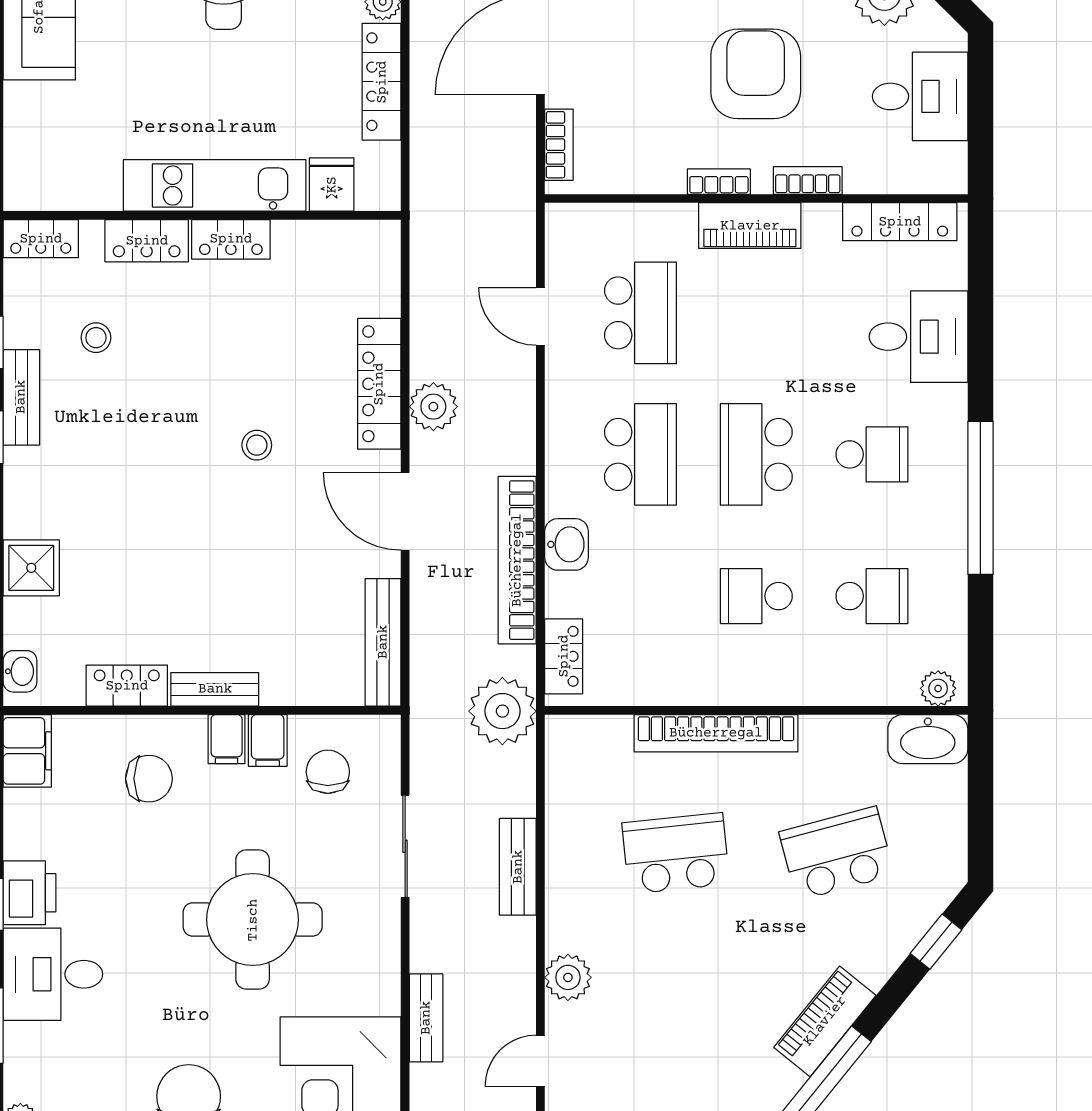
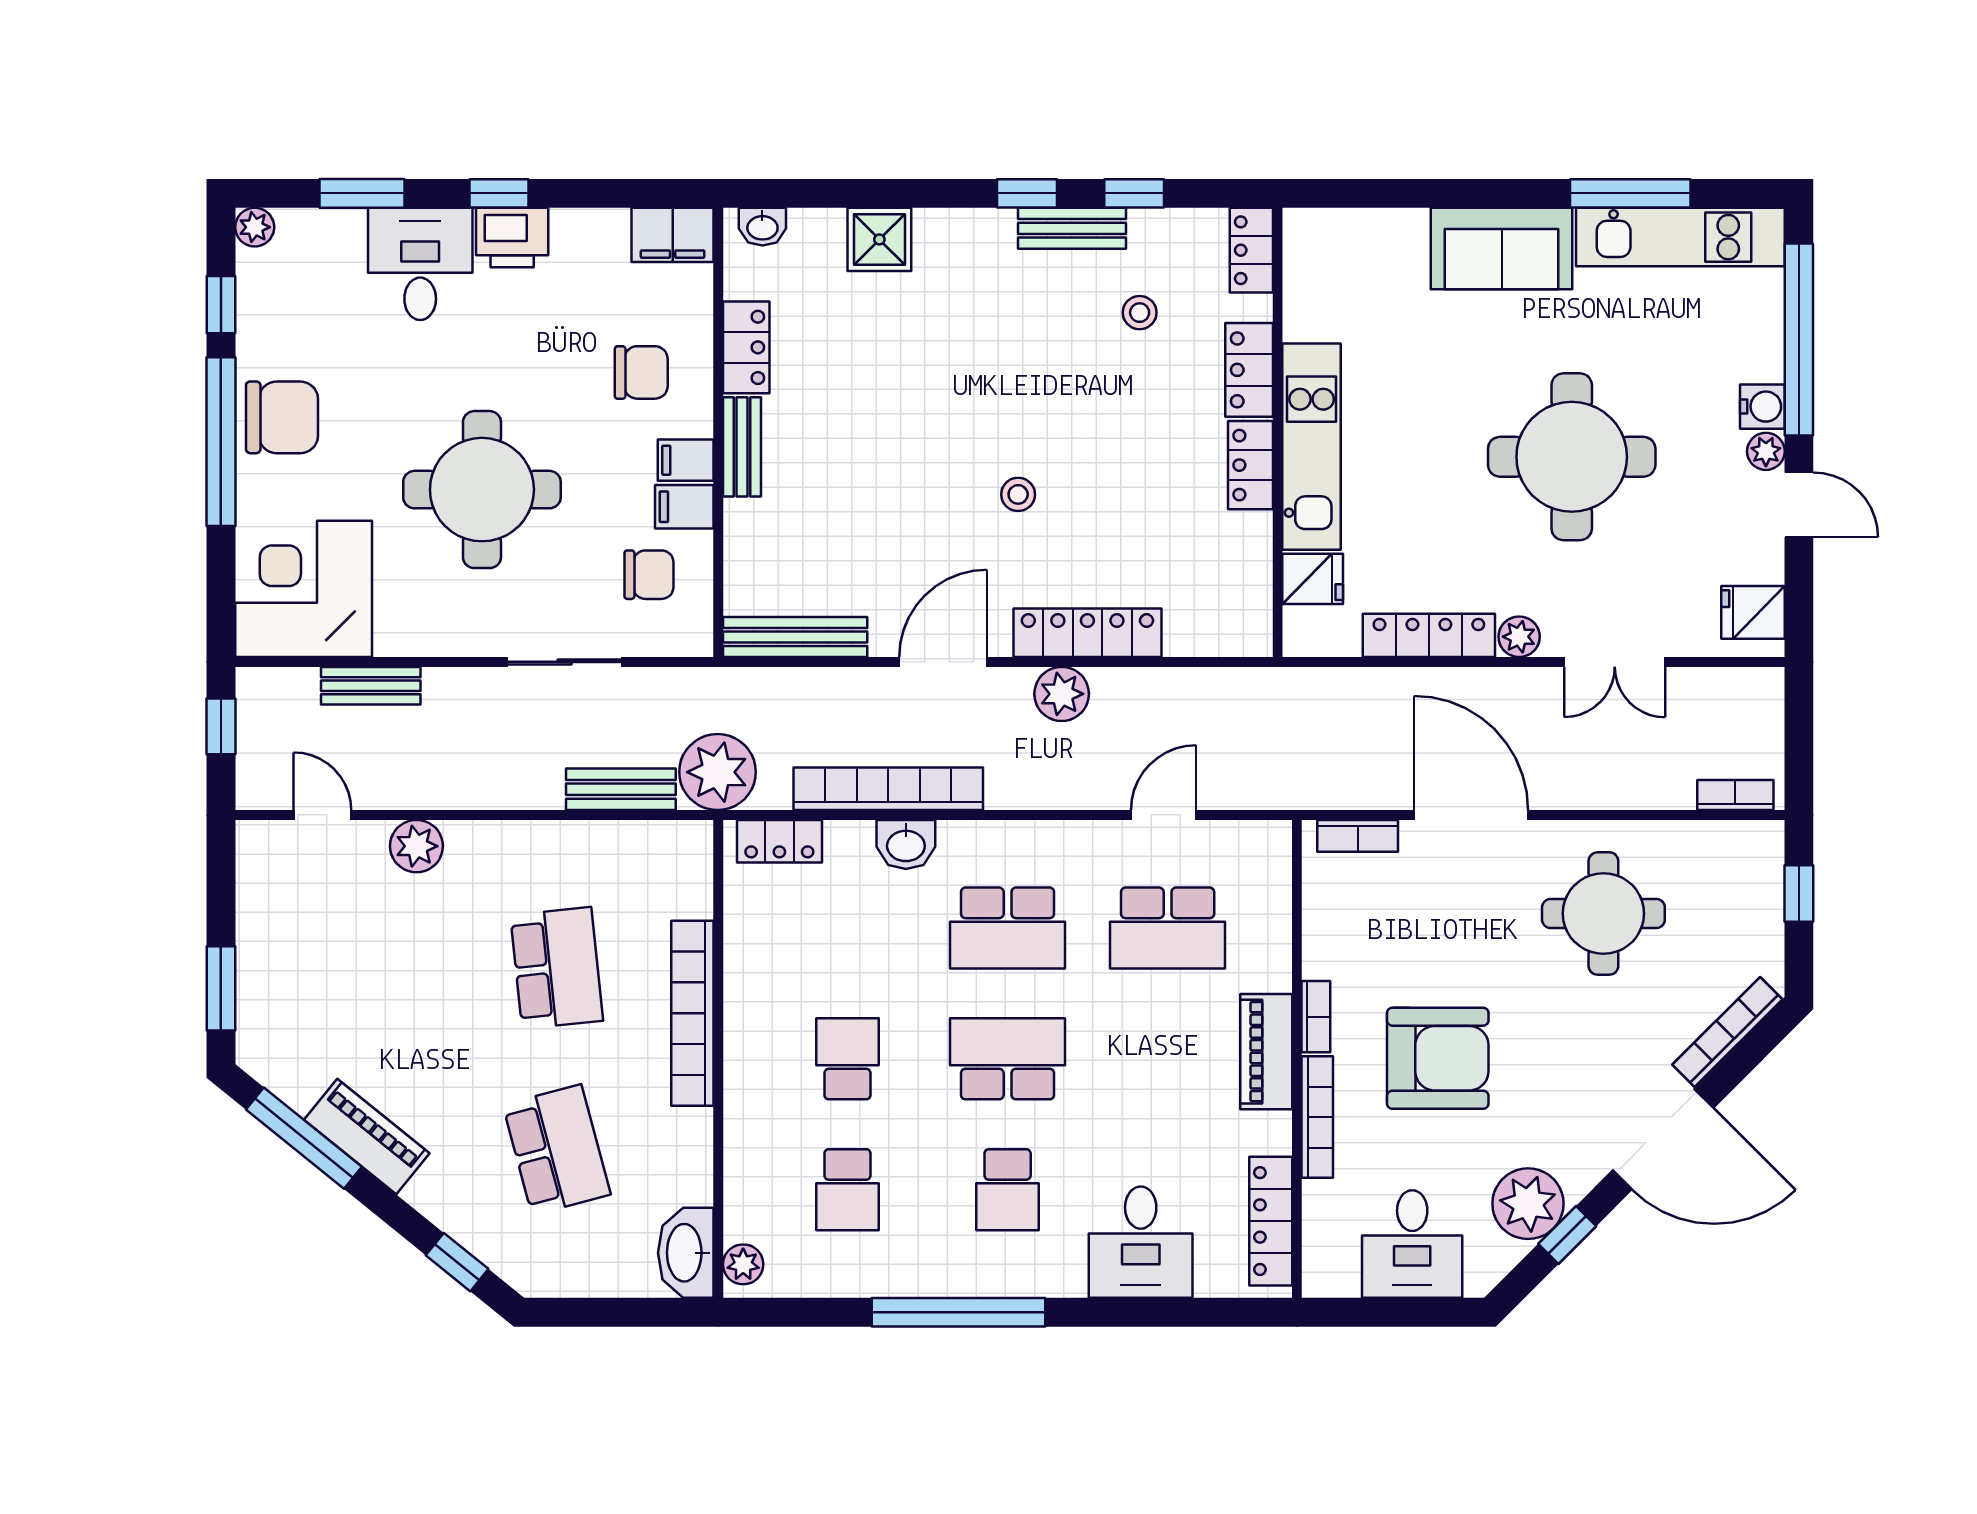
bookcase: (808, 180) -> (1317, 1117), width x1.56
chair: (149, 779) -> (641, 372), turned -90
bench: (518, 867) -> (621, 789), moved

